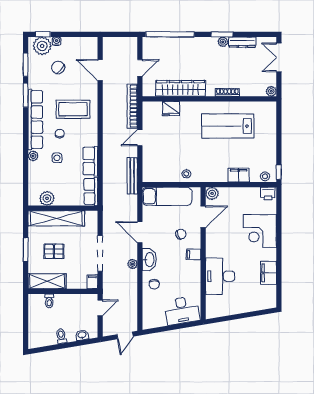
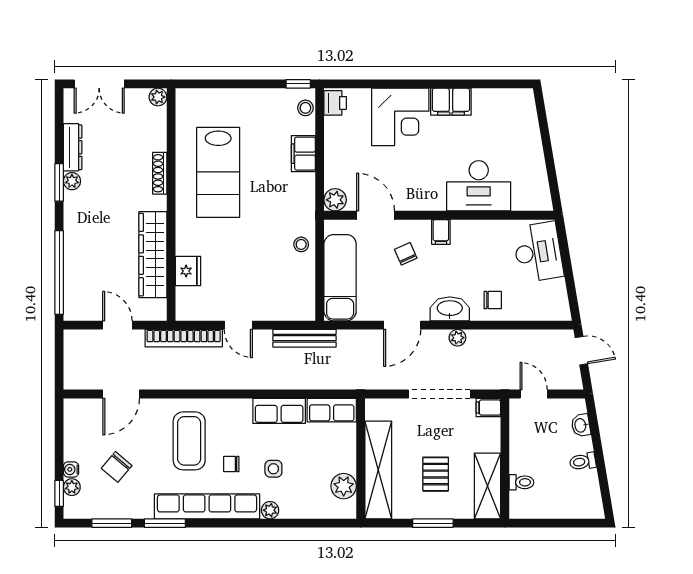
plant: (42, 46) -> (72, 487), width x0.53, depth x0.53
filing cabinet: (269, 273) -> (451, 102), moved

